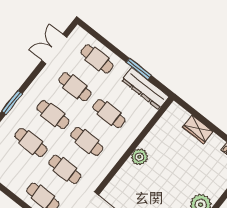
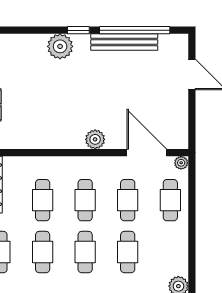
plant: (139, 157) -> (95, 139), moved

